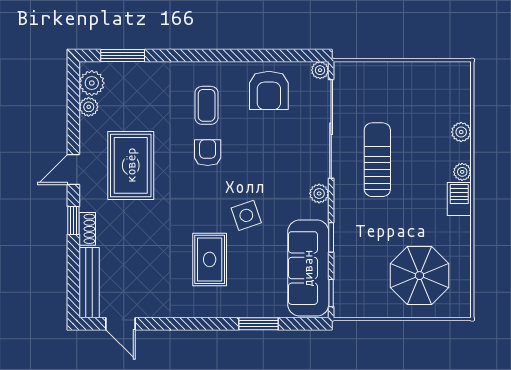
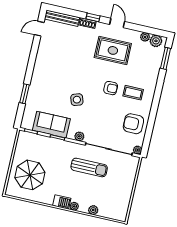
rug: (210, 259) -> (60, 78), removed
sofa: (308, 268) -> (51, 125), width x0.73

